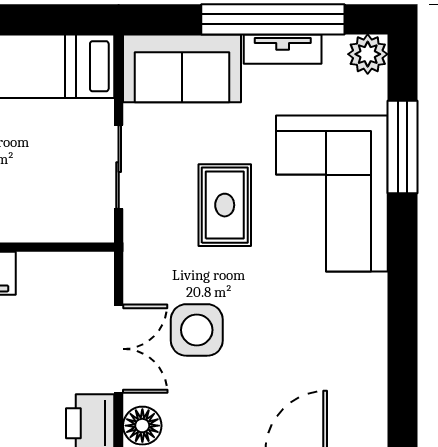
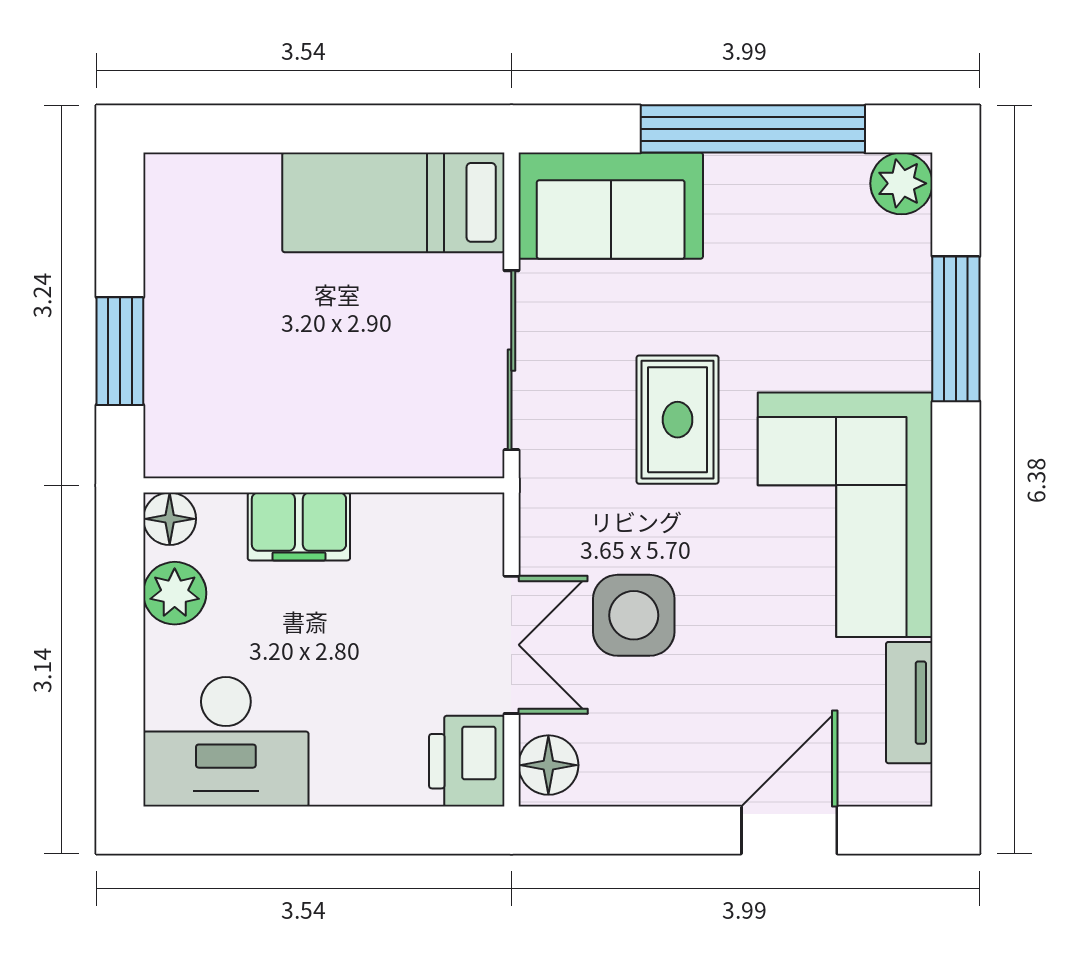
tv unit: (283, 49) -> (909, 703), moved, turned 90
sliding door: (119, 167) -> (511, 360), width x1.37
corner sofa: (332, 193) -> (845, 515), moved

